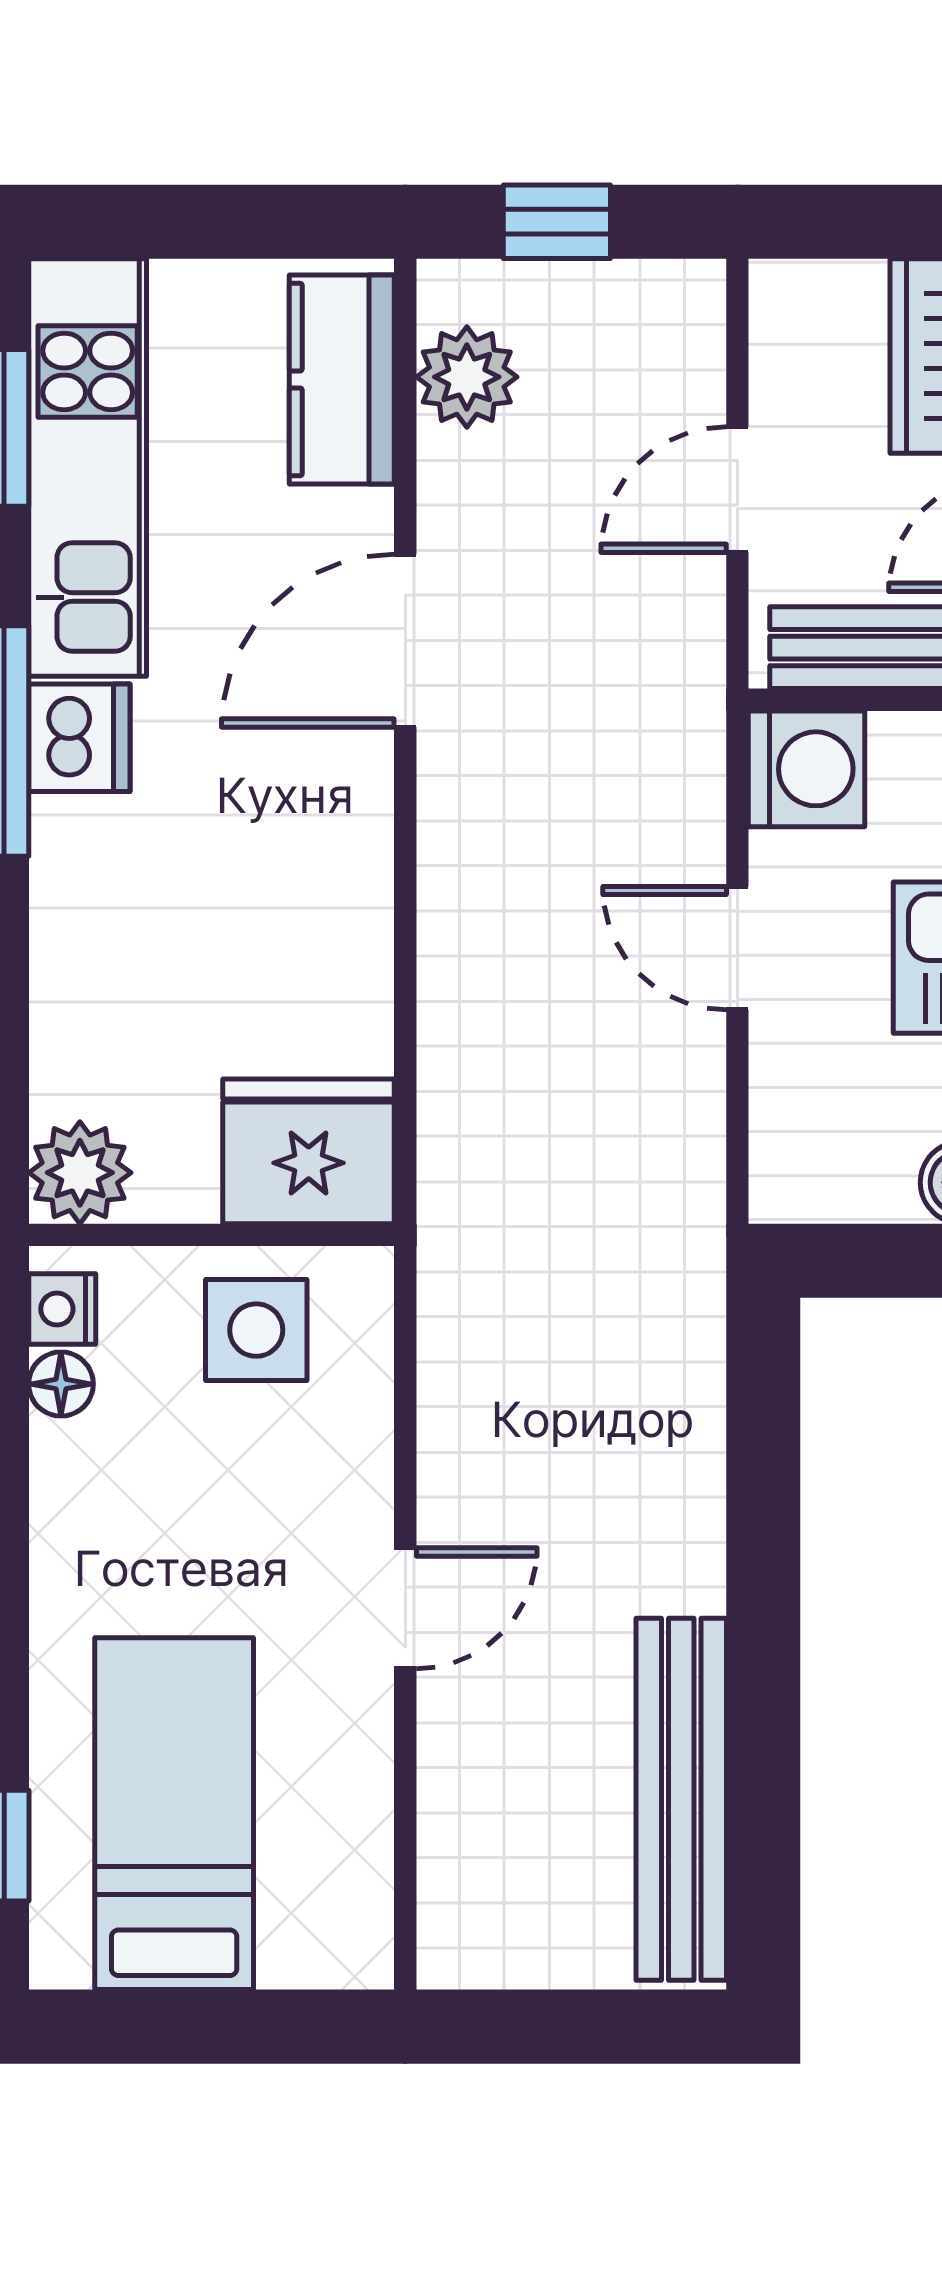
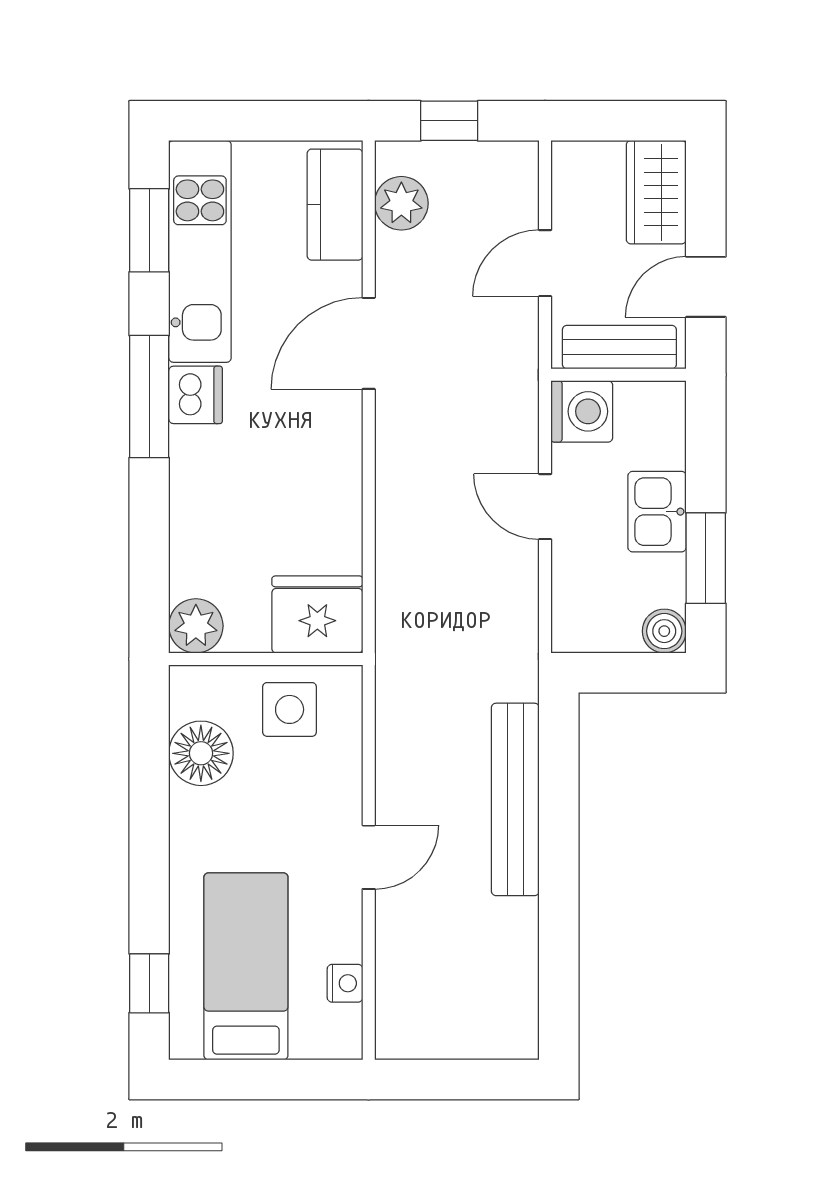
nightstand: (62, 1309) -> (345, 983), moved, turned 180
floor lamp: (61, 1384) -> (201, 753), width x1.89, depth x1.89
bench: (681, 1799) -> (515, 799), moved

